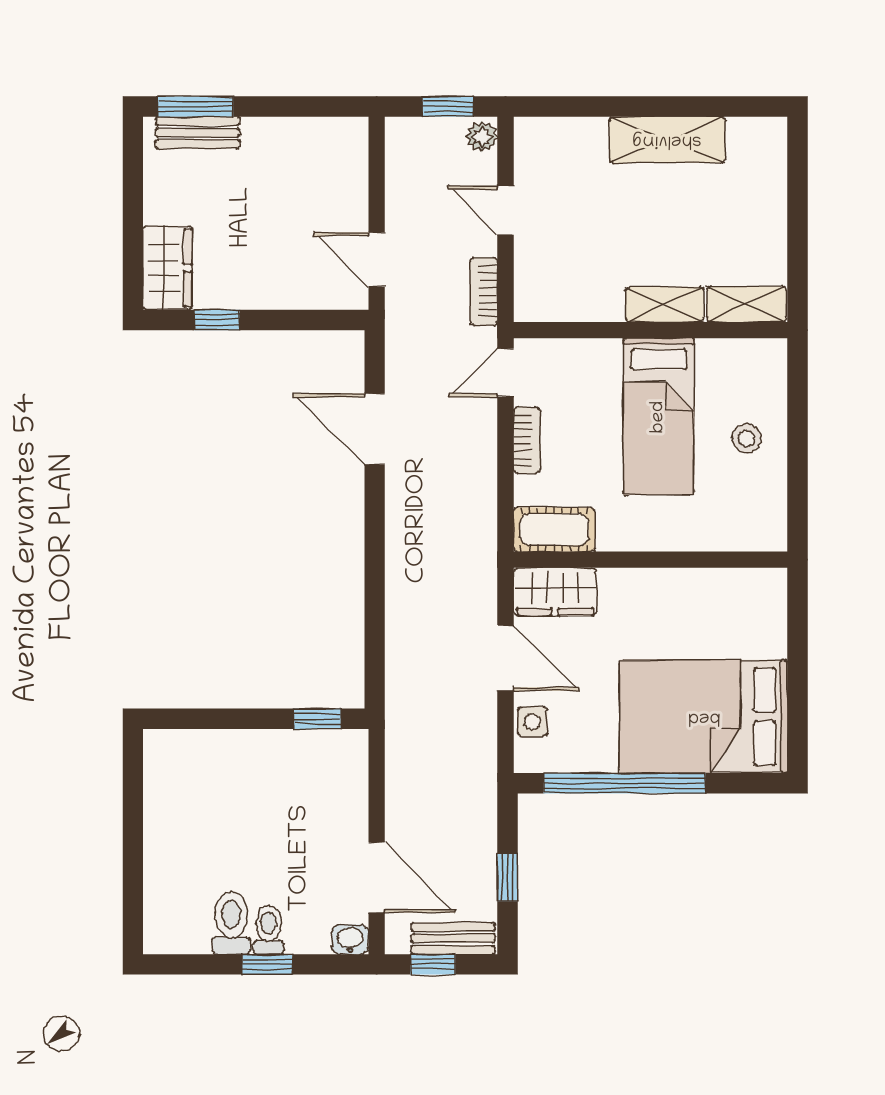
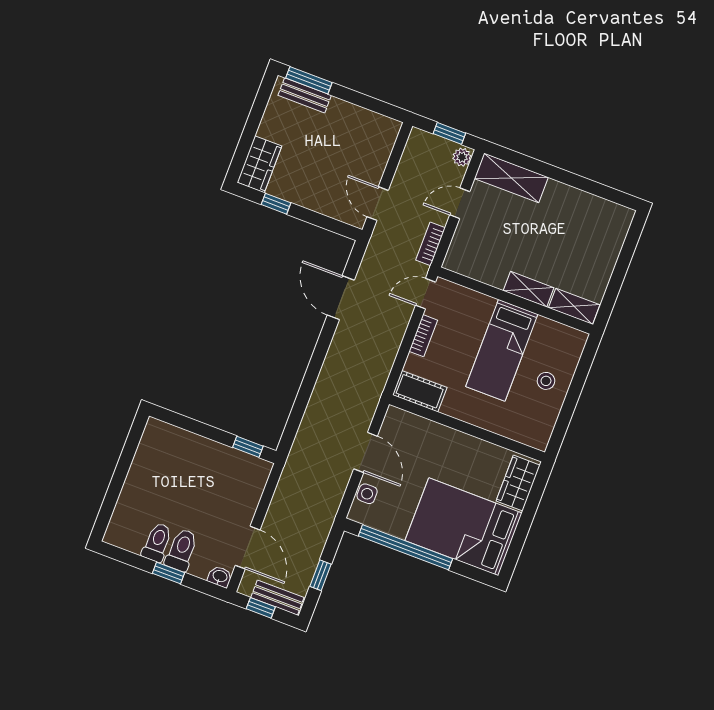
shelving: (667, 140) -> (511, 178), moved
door: (505, 210) -> (460, 203), hinge flipped
wardrobe: (555, 592) -> (518, 483), moved, turned 90
toilet: (269, 930) -> (182, 550), width x1.37, depth x1.39

